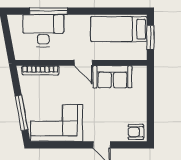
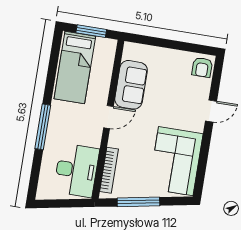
window: (48, 11) -> (43, 127), moved
desk: (43, 31) -> (76, 170), moved, turned 180
window: (22, 113) -> (138, 202), moved

